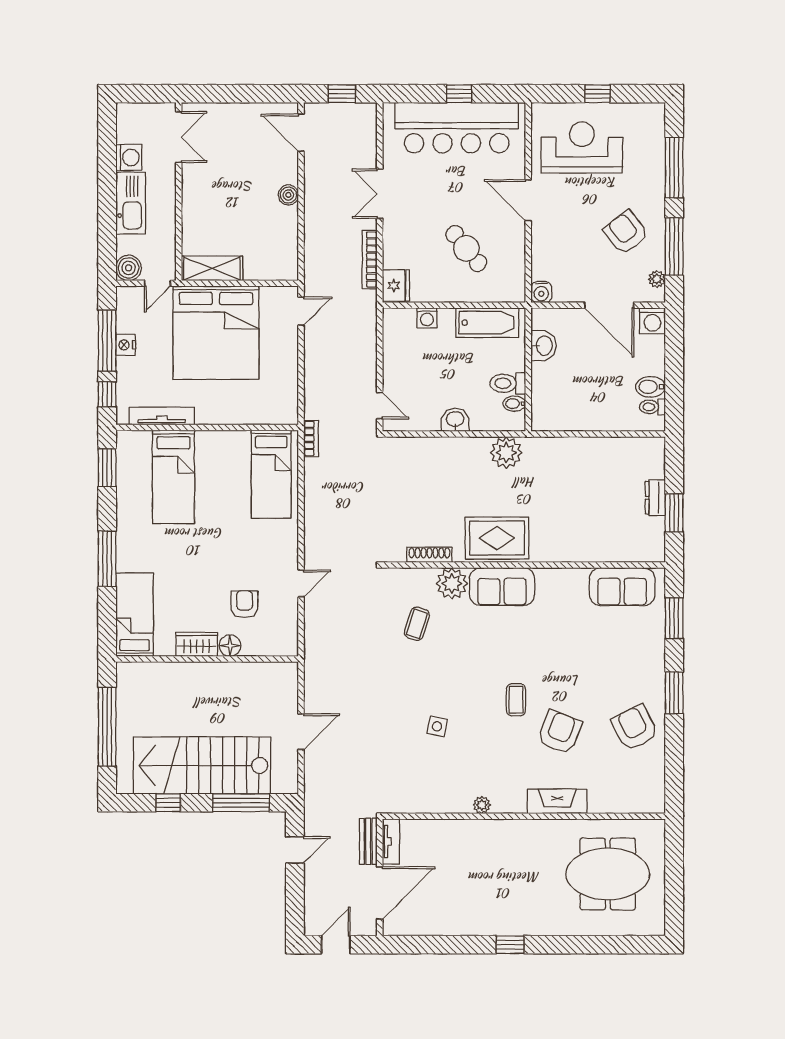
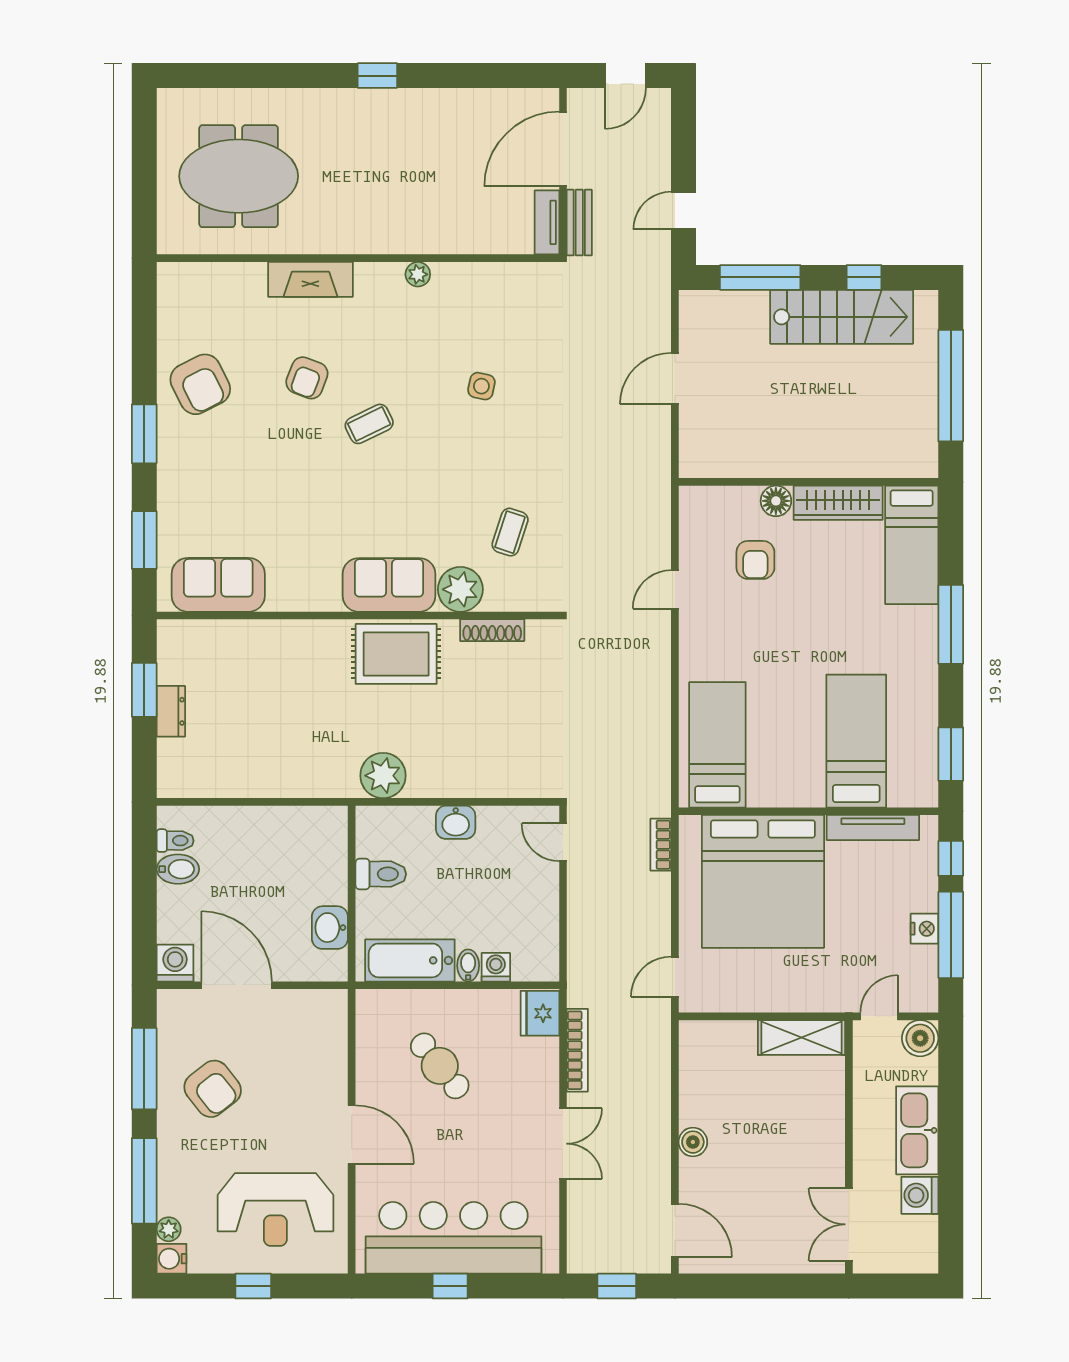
plant: (657, 279) -> (169, 1229), moved
water cooler: (541, 292) -> (171, 1259), moved, turned -90
bed: (216, 333) -> (763, 881), moved, turned 180
bidet: (514, 404) -> (468, 965), moved, turned -90
bookcase: (311, 439) -> (661, 845), moved
wardrobe: (197, 644) -> (838, 503), width x1.50
coffee table: (516, 700) -> (369, 424), turned 64
armchair: (560, 732) -> (307, 378), width x0.72, depth x0.72
stairs: (202, 765) -> (842, 317), width x0.73, depth x0.66

